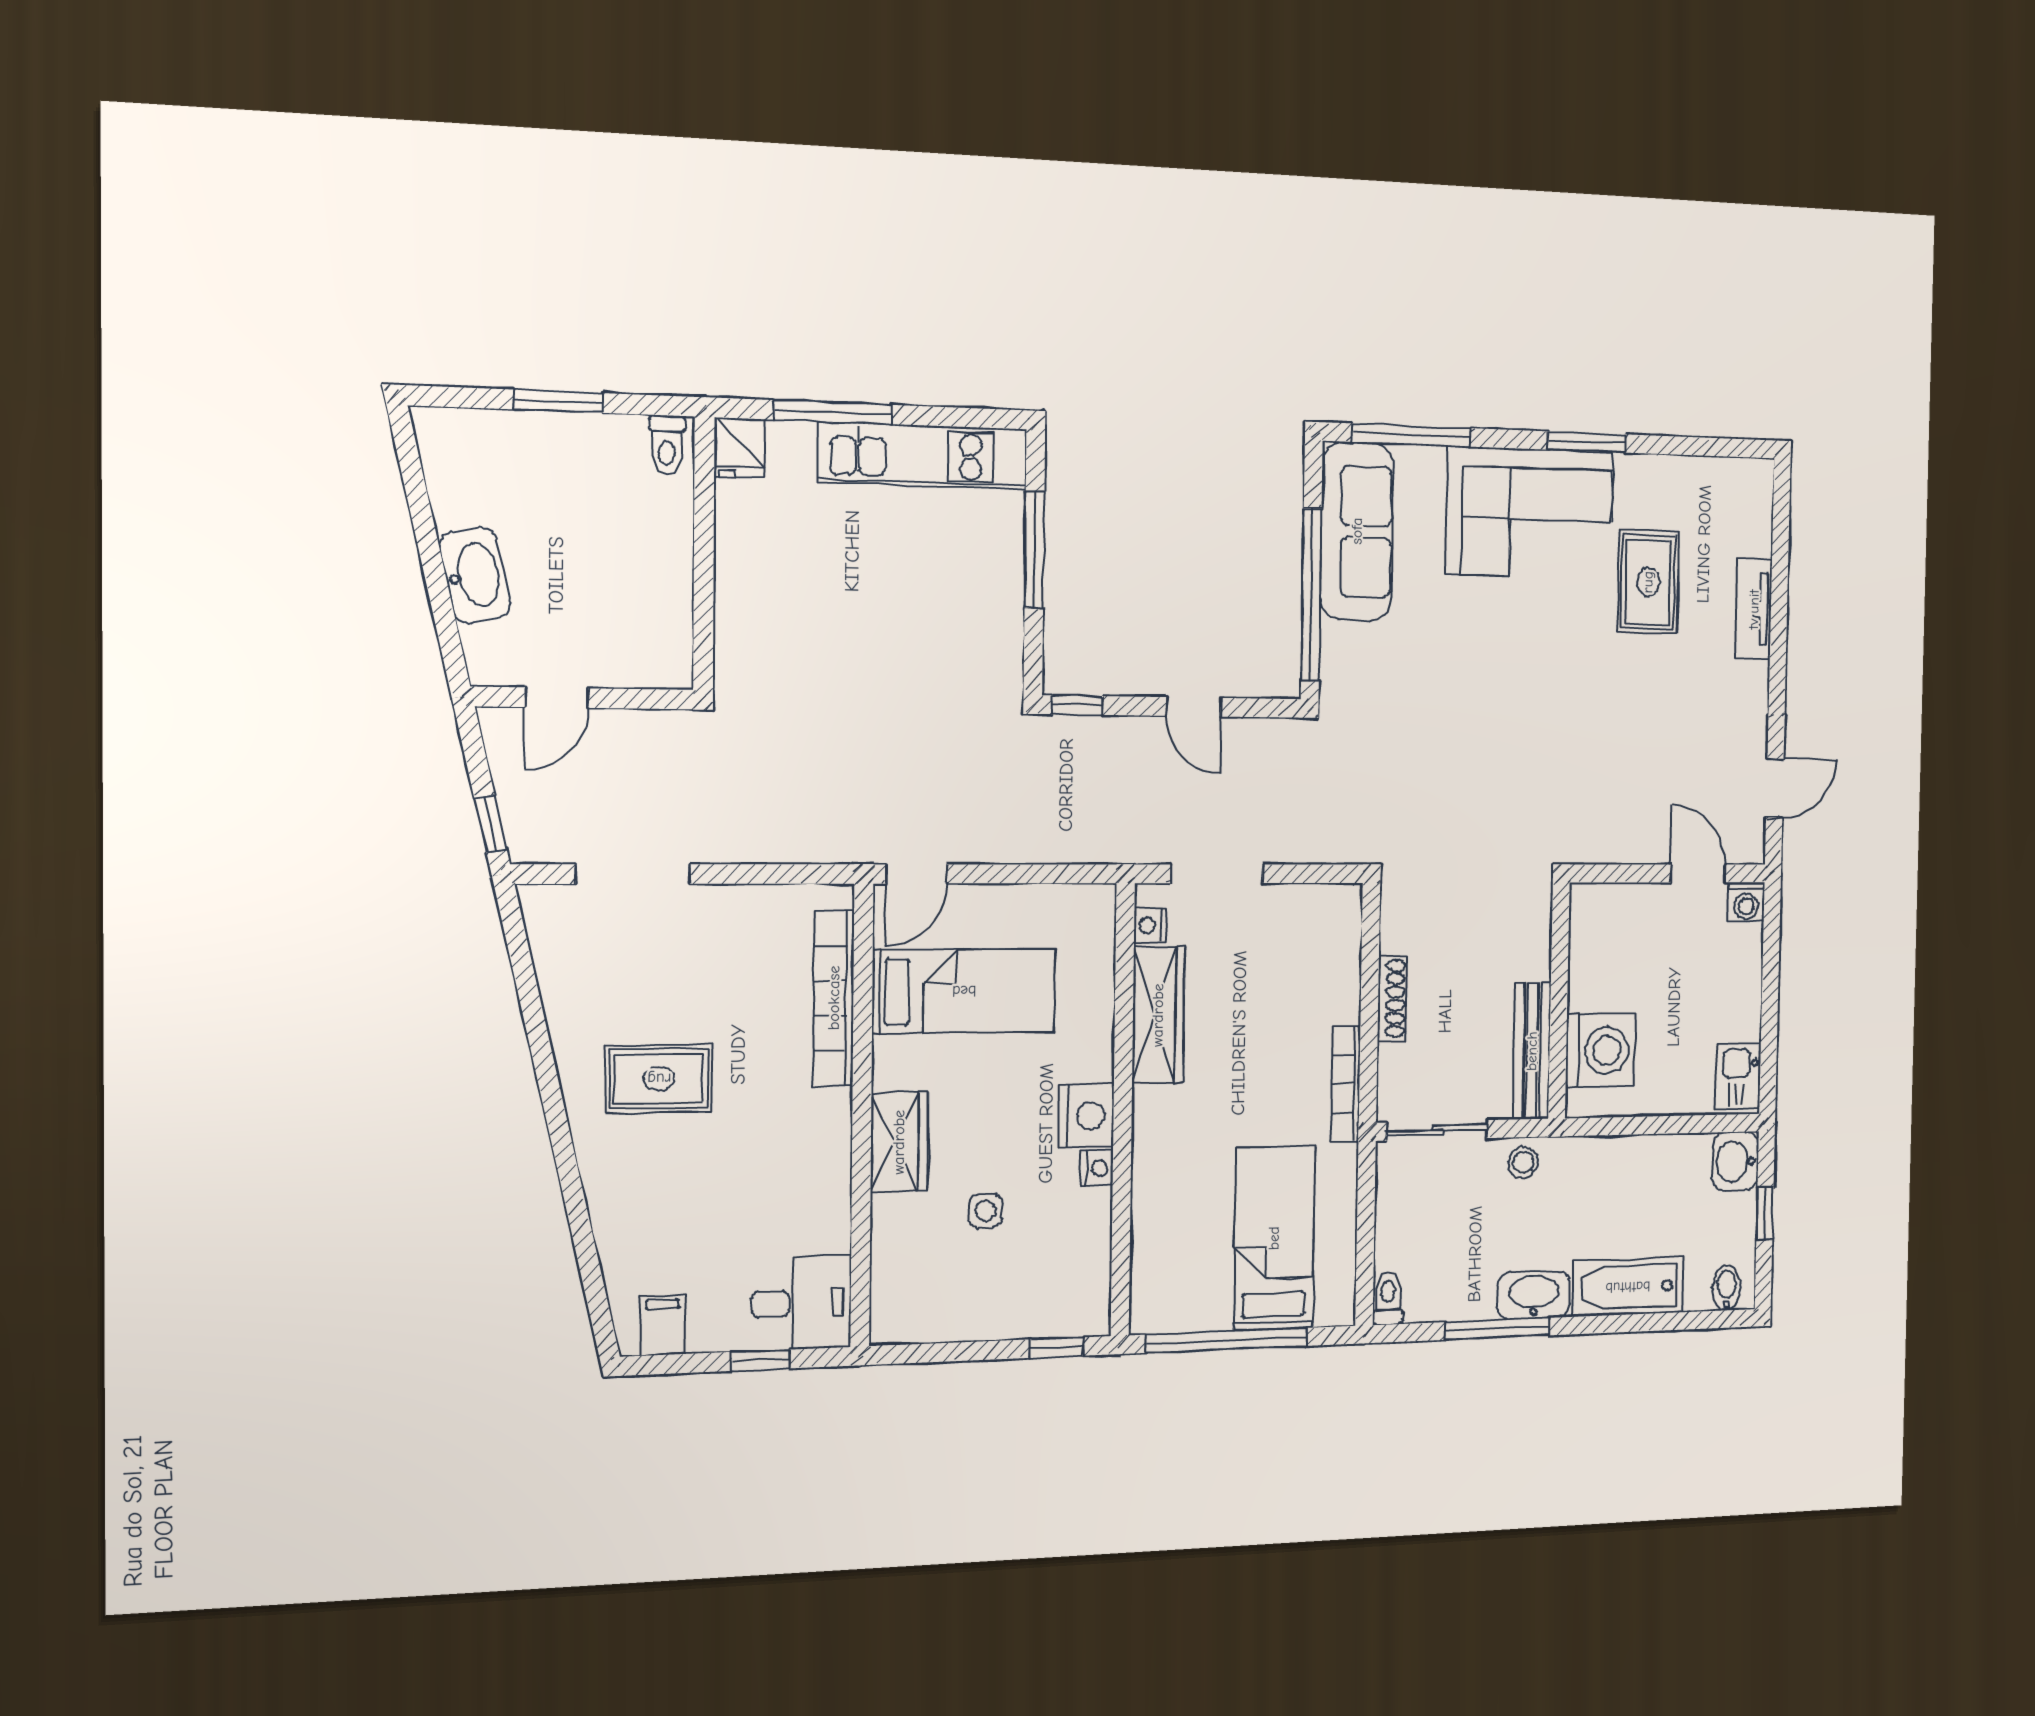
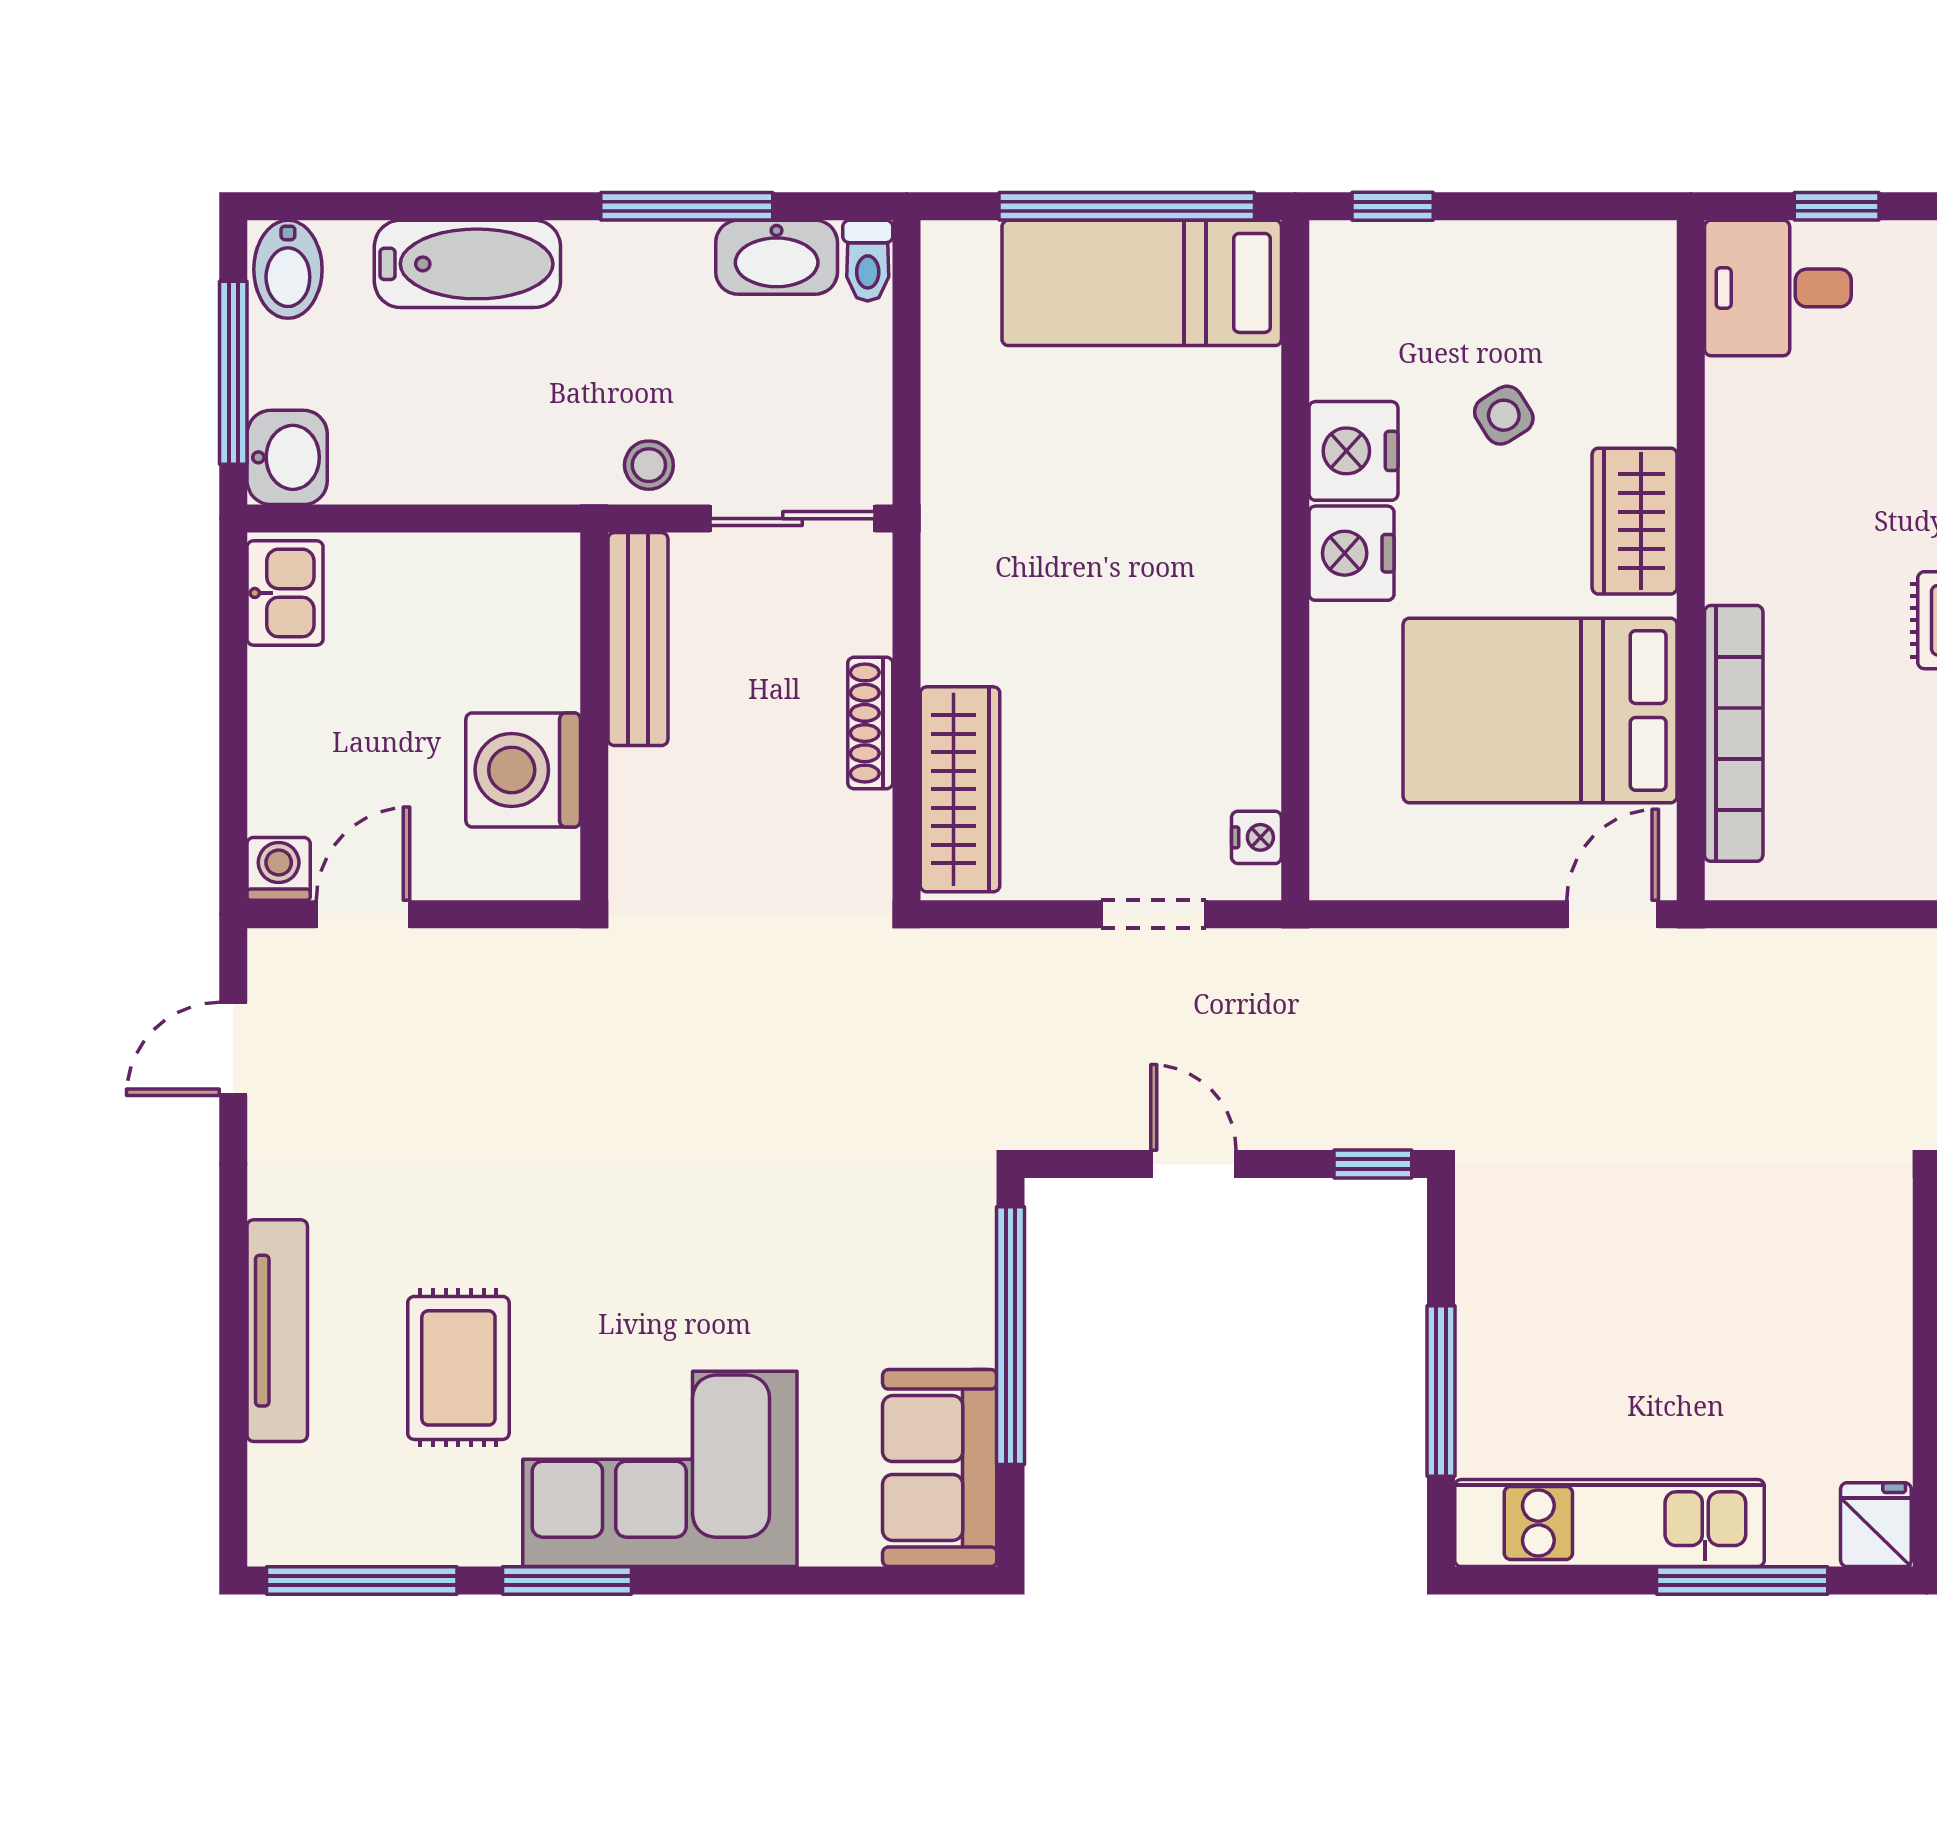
window: (1411, 435) -> (362, 1580), moved
sofa: (1357, 531) -> (940, 1468), width x0.73
tv unit: (1754, 609) -> (277, 1331), width x1.41
doorway: (1217, 874) -> (1154, 914), width x0.73
door: (1698, 874) -> (363, 914), swing flipped
bed: (964, 991) -> (1540, 710), width x1.50
wardrobe: (1158, 1015) -> (960, 789), moved, turned 180
washing machine: (1600, 1050) -> (523, 770), moved
bookcase: (1346, 1084) -> (943, 593), removed
nightstand: (1097, 1168) -> (1353, 451), width x1.89, depth x1.79
side table: (986, 1211) -> (1504, 415), turned -32
window: (1765, 1214) -> (233, 373), width x2.17
bed: (1274, 1238) -> (1142, 283), moved, turned 90
bidet: (1726, 1288) -> (288, 269), width x1.38, depth x1.36
washbasin: (1534, 1295) -> (777, 257), moved

